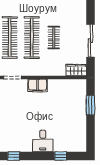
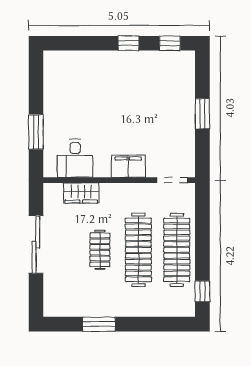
wardrobe: (76, 70) -> (81, 193), moved
desk: (43, 141) -> (75, 158), moved, turned 180
window: (61, 156) -> (128, 43), moved

